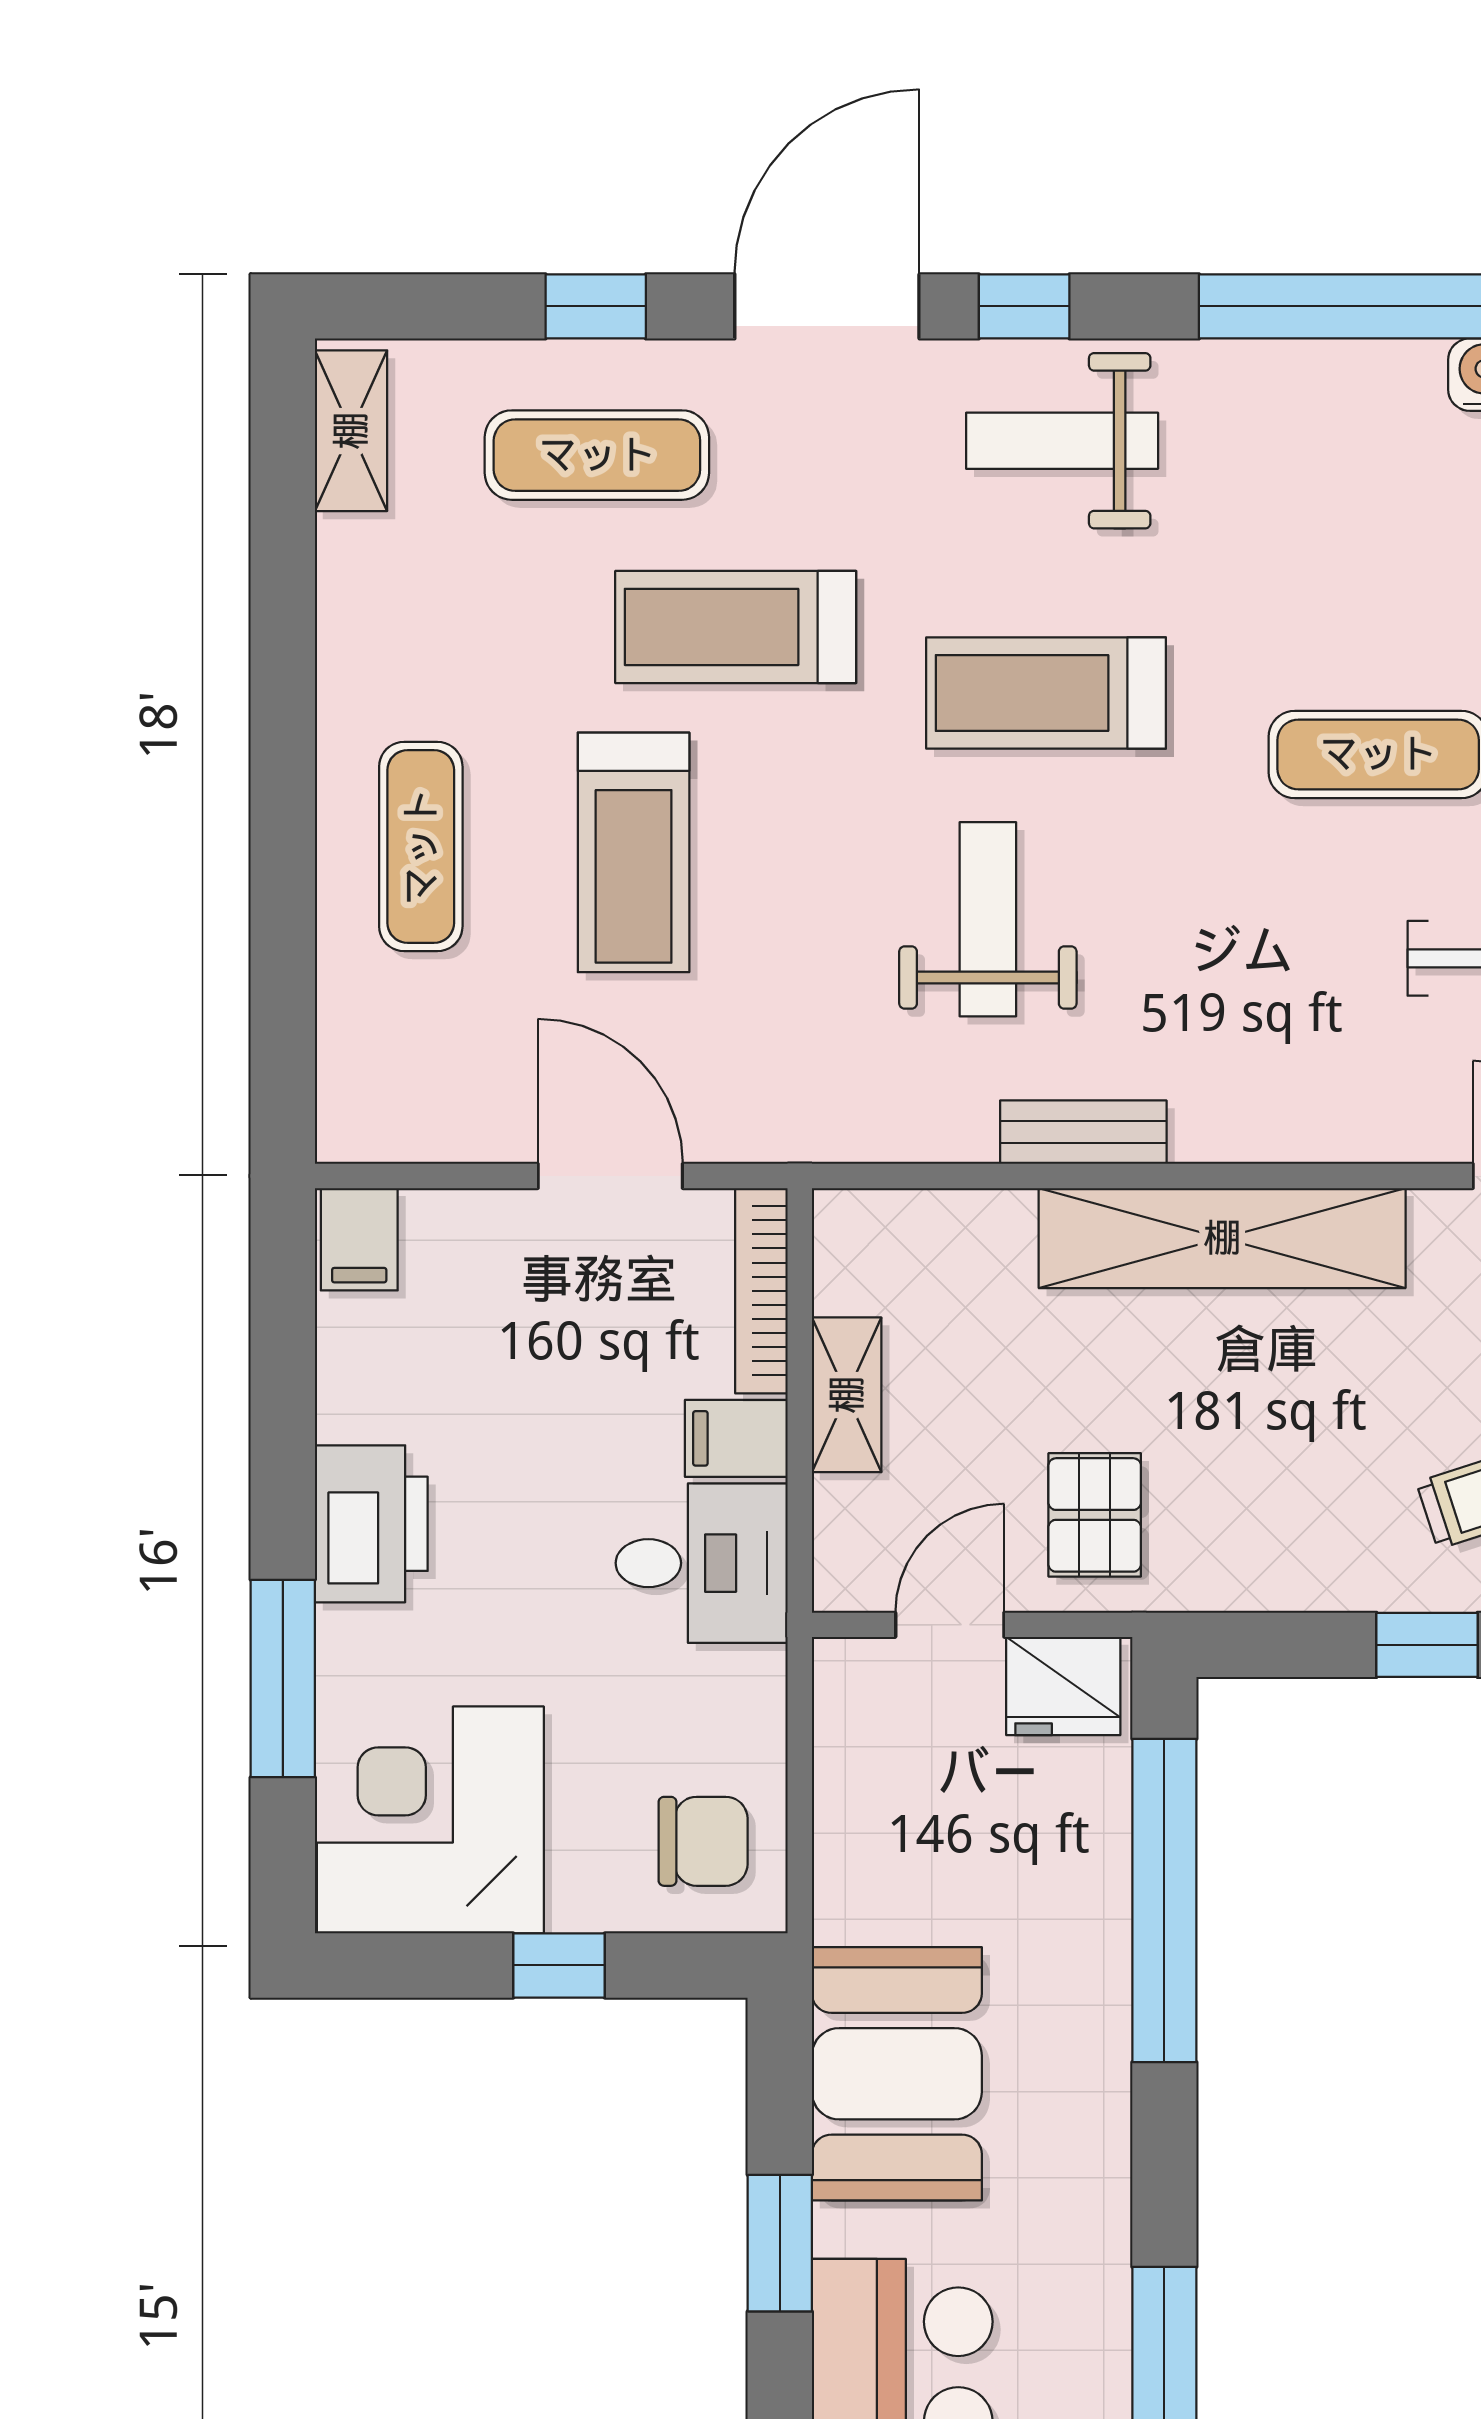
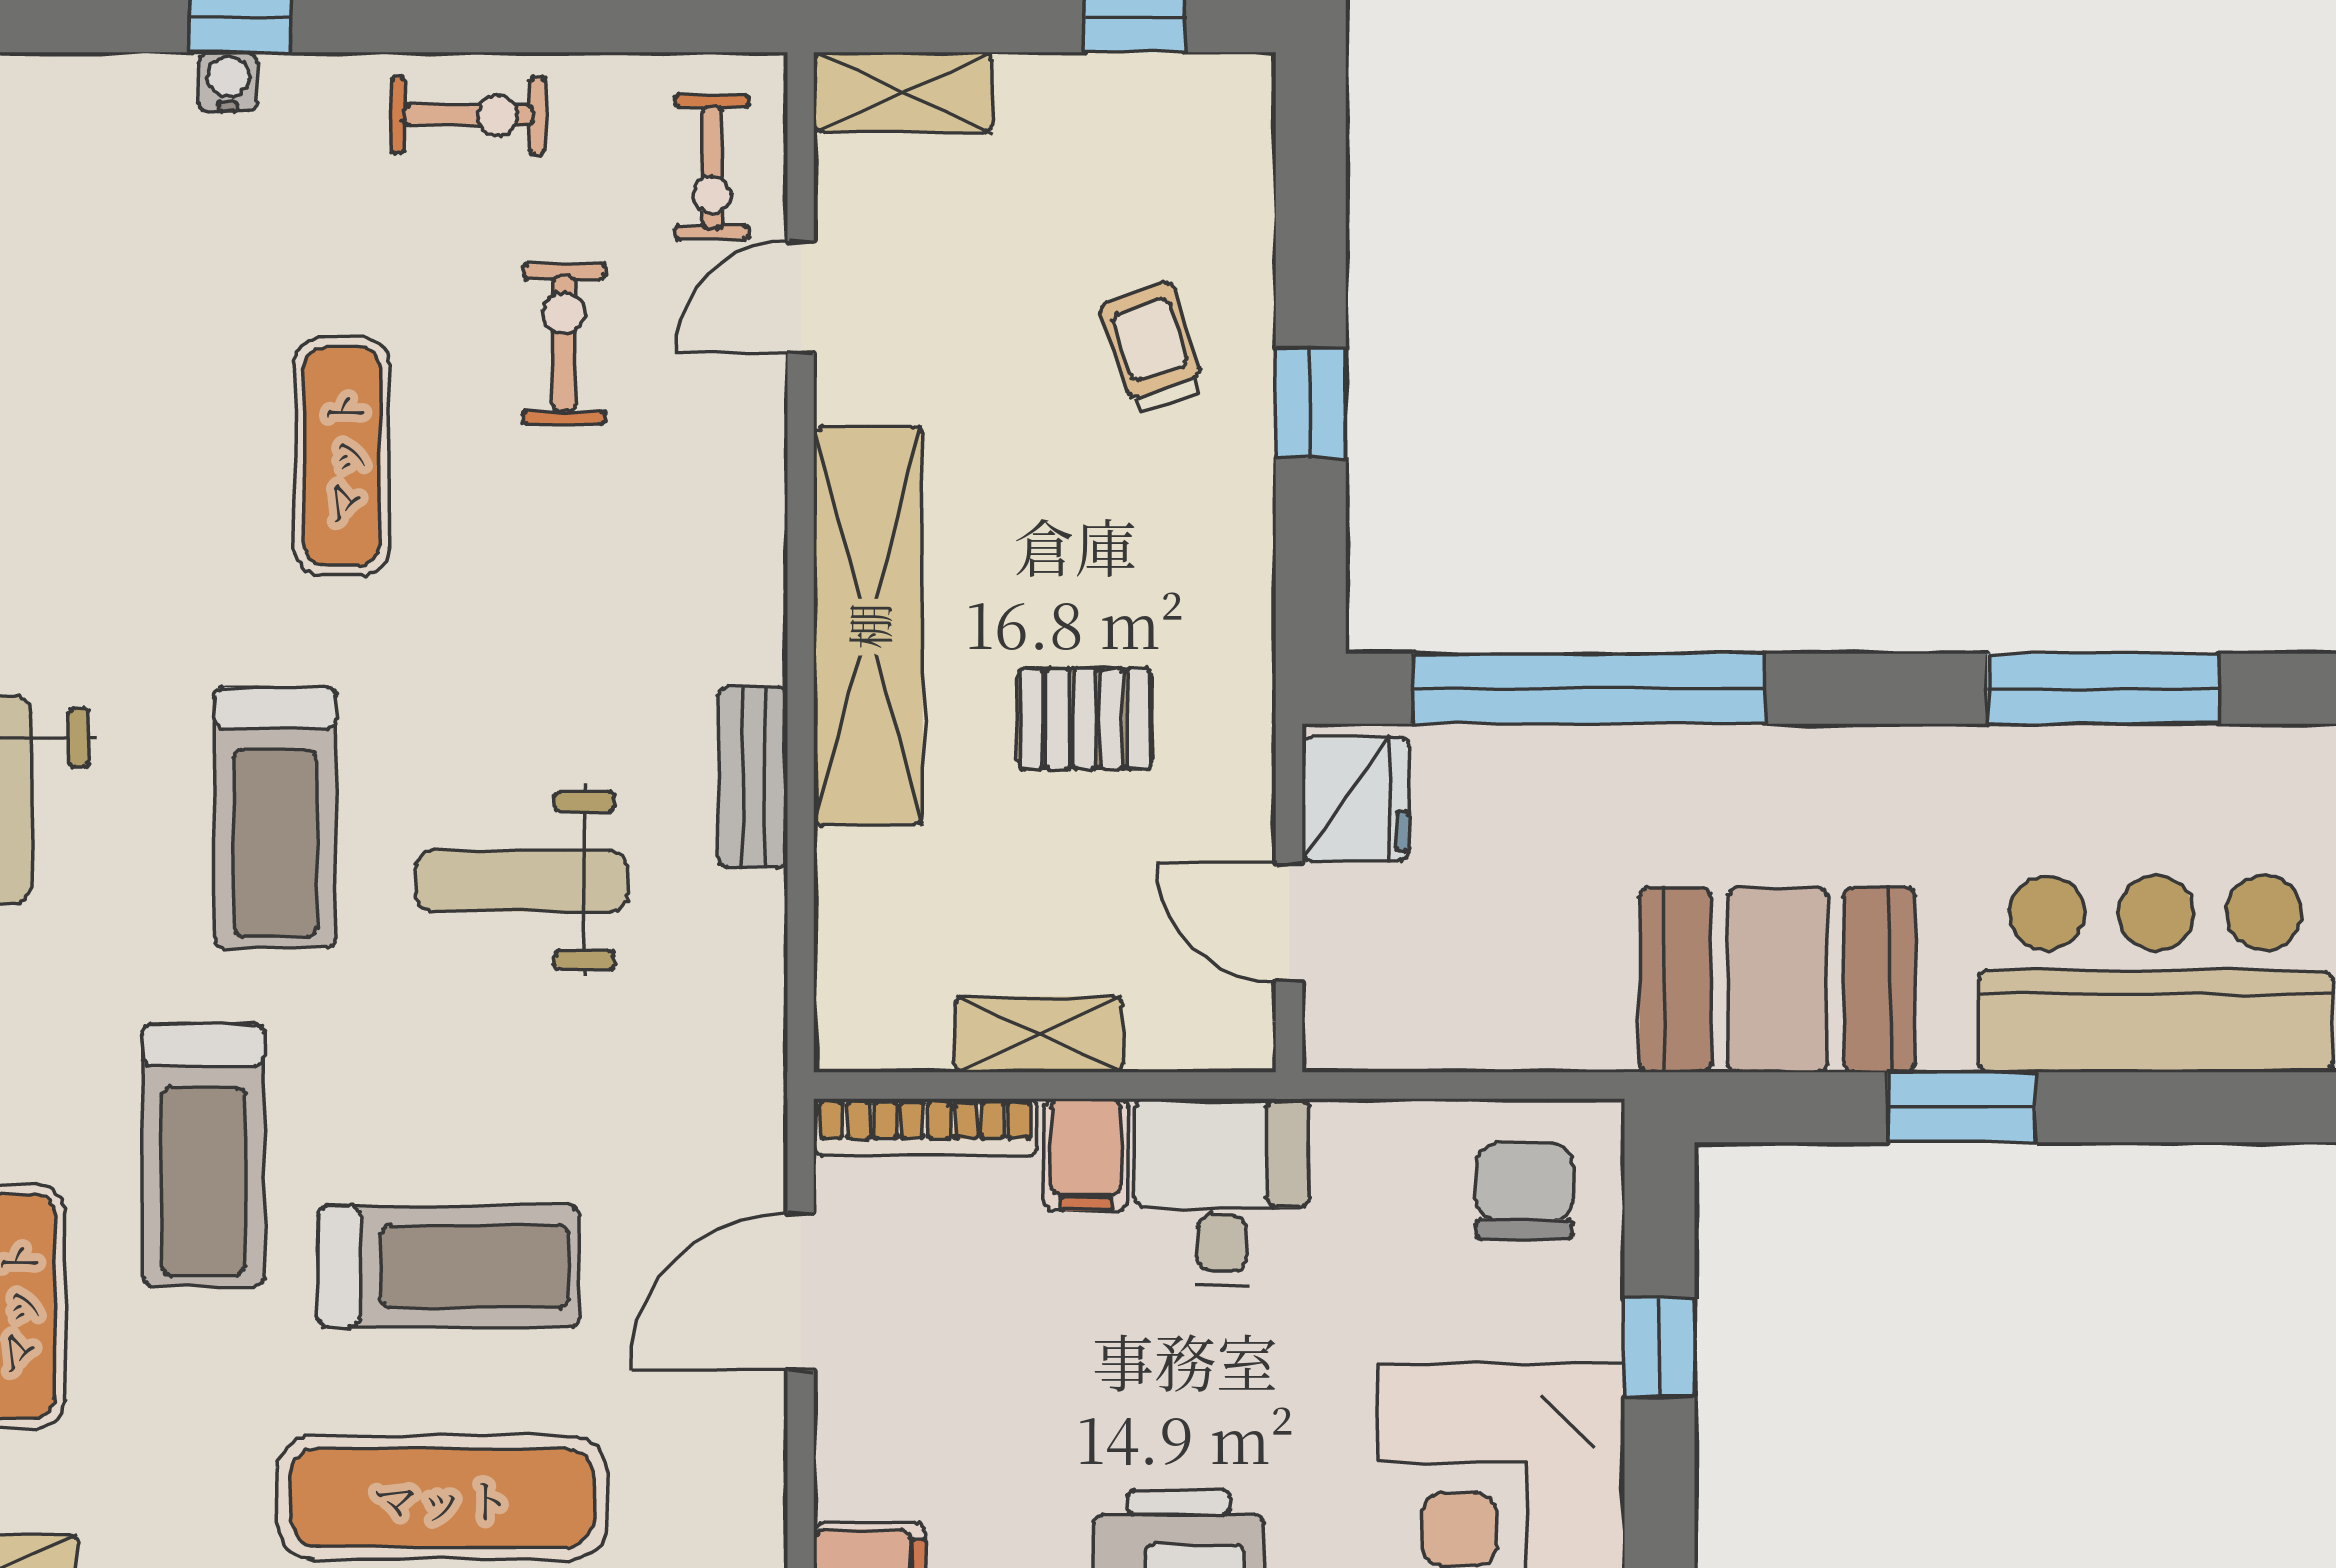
exercise mat: (421, 847) -> (442, 1498), width x1.36, depth x1.45
pallet: (1095, 1515) -> (1085, 719), moved

